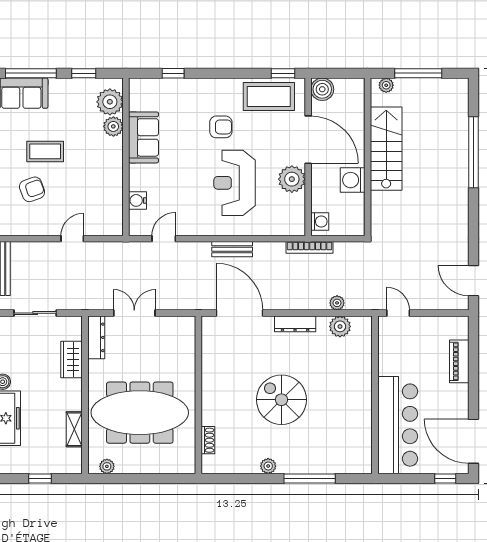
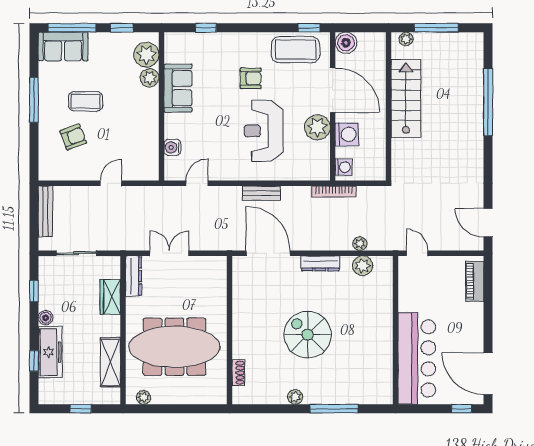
washing machine: (353, 180) -> (347, 134), moved, turned 180
piano: (459, 361) -> (475, 282), moved
shelving: (74, 429) -> (110, 362), width x1.50, depth x1.33

